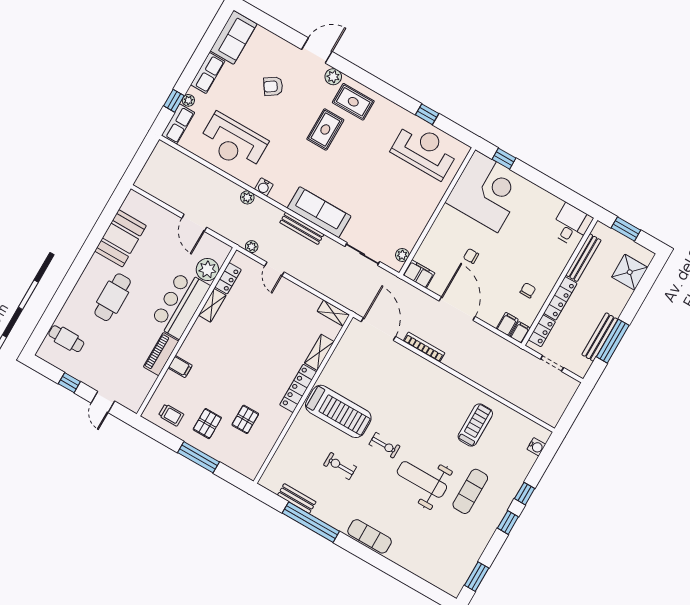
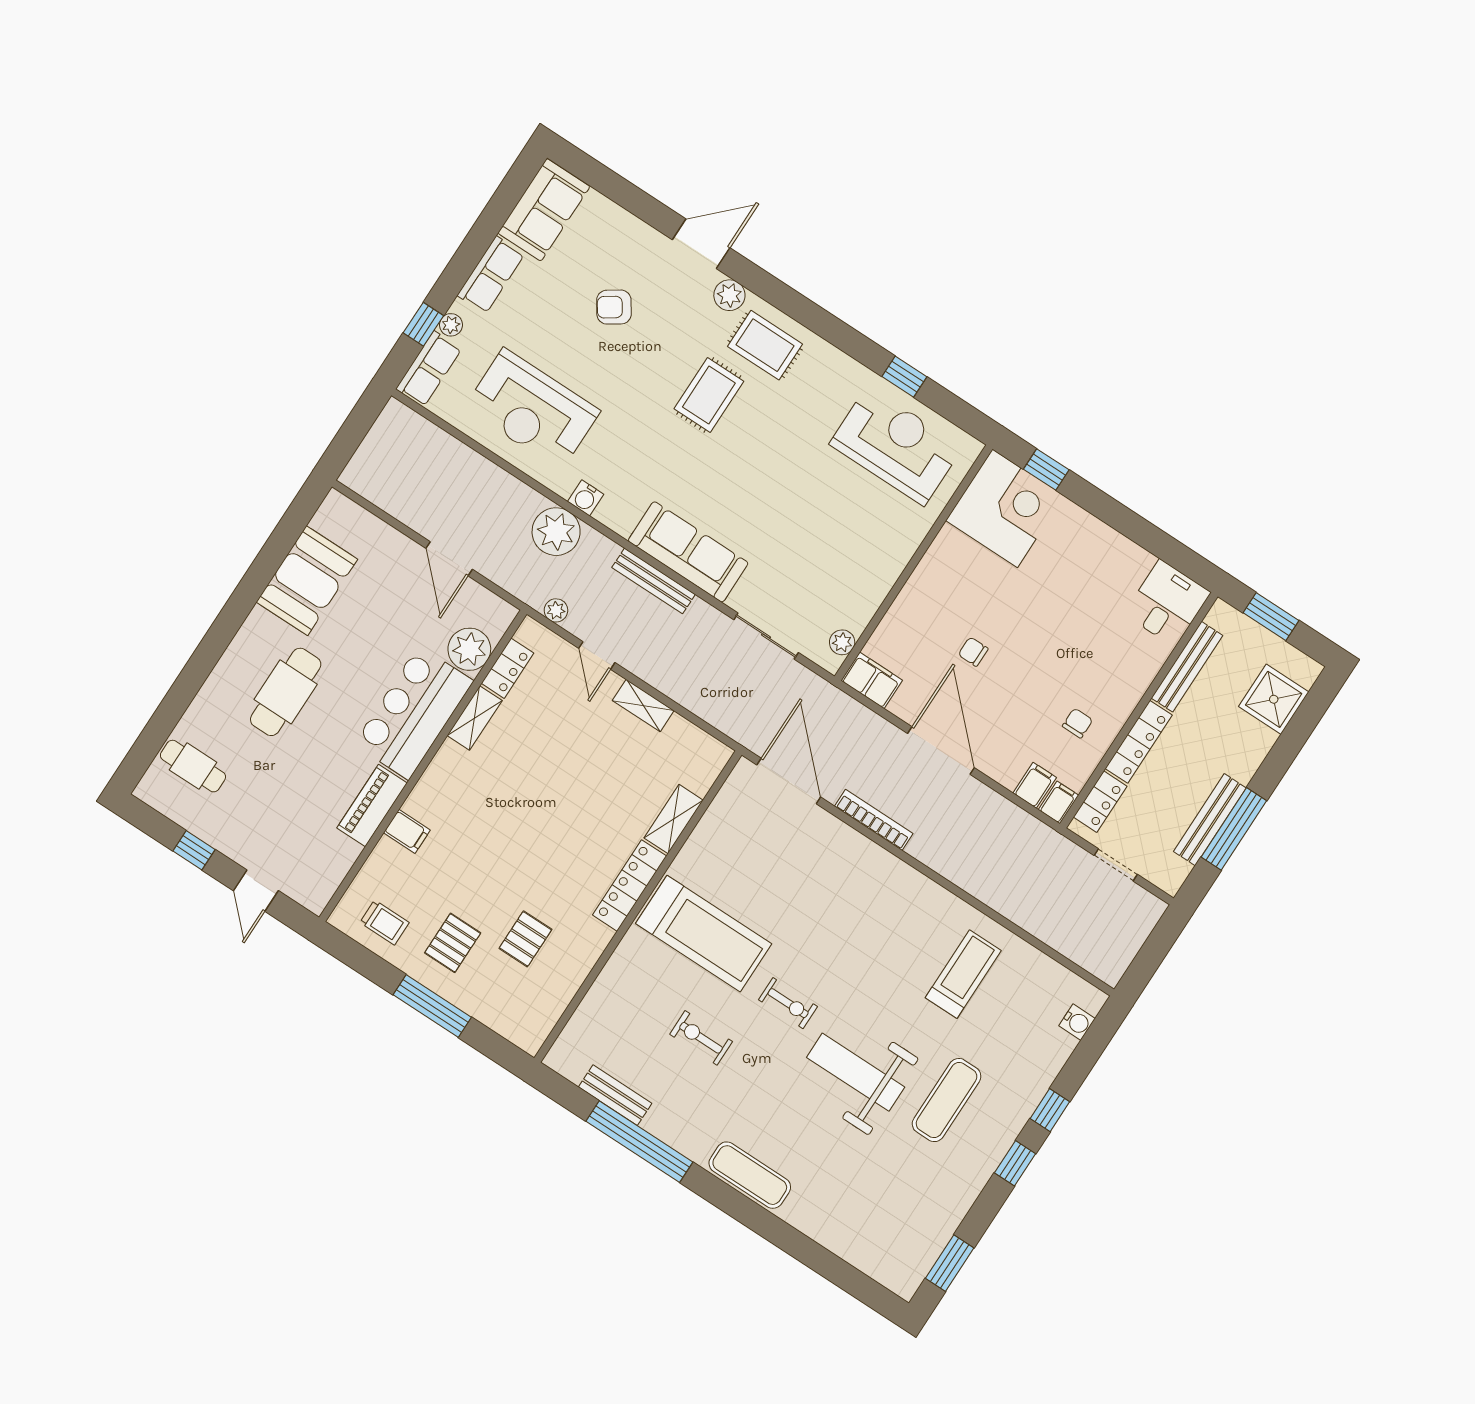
corner desk: (486, 191) -> (1005, 508), width x0.74, depth x0.74
plant: (247, 197) -> (556, 532), width x1.87, depth x1.87
shelving: (333, 313) -> (643, 706), moved

